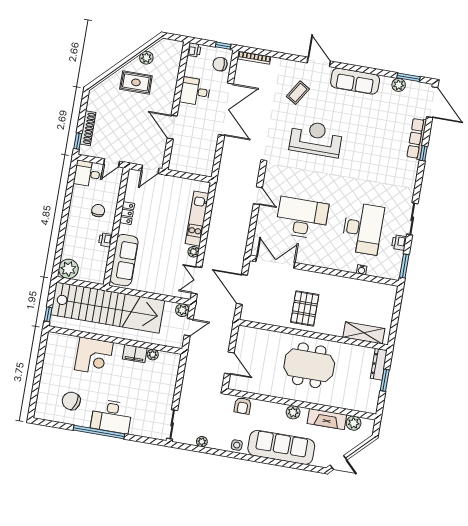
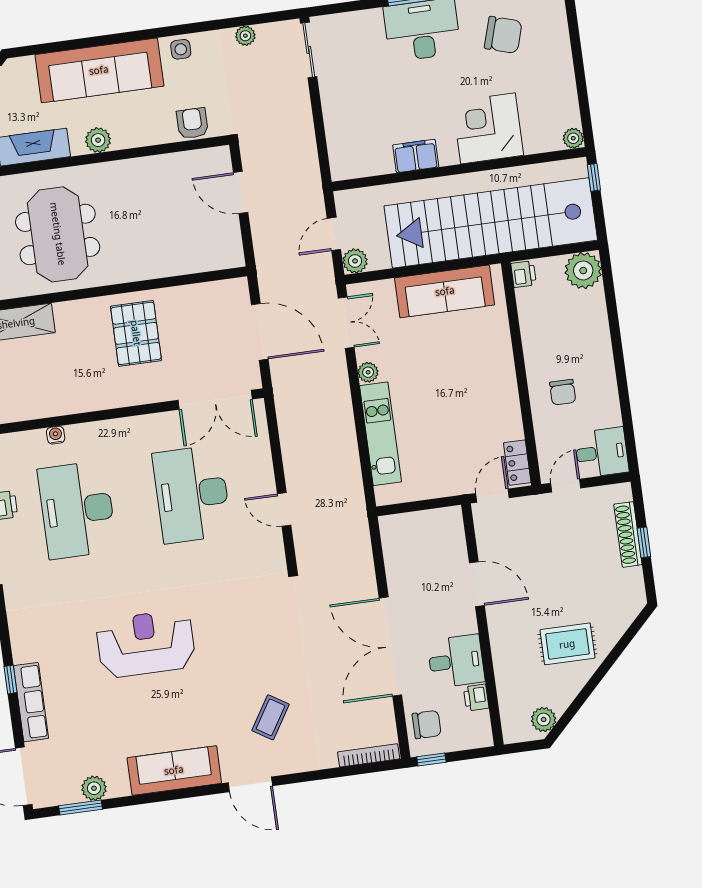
printer: (194, 50) -> (476, 698), moved
plant: (146, 58) -> (544, 719), moved
reception desk: (316, 139) -> (146, 644), moved, turned 180
window: (78, 141) -> (644, 542), moved
locker: (127, 213) -> (517, 463), moved
desk: (302, 218) -> (192, 494), turned 90
printer: (105, 240) -> (524, 274), moved
sofa: (124, 260) -> (445, 291), moved, turned -90
plant: (153, 355) -> (573, 138), moved
meeting table: (309, 365) -> (58, 234), moved, turned 90

